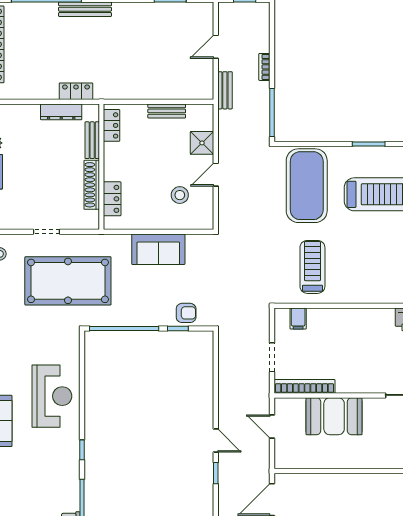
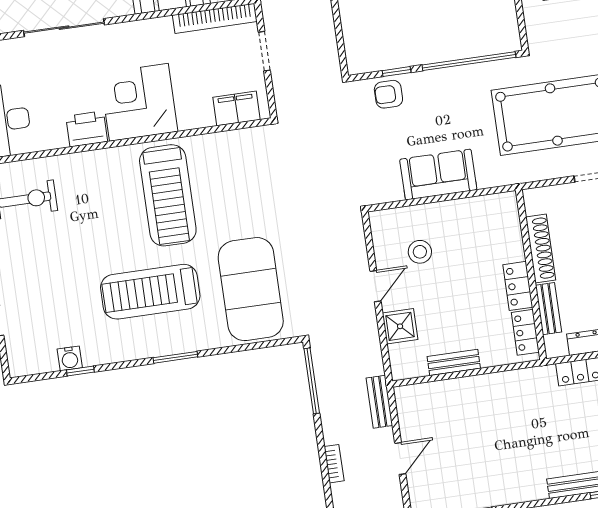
bookcase: (264, 67) -> (334, 464), moved
locker: (112, 199) -> (518, 286), moved
treadmill: (312, 267) -> (168, 195), moved, width x1.37, depth x1.38
filing cabinet: (298, 319) -> (236, 108), width x2.00
corner desk: (369, 333) -> (139, 102), added

